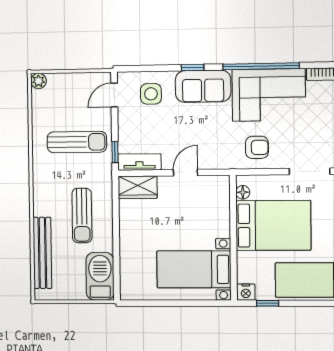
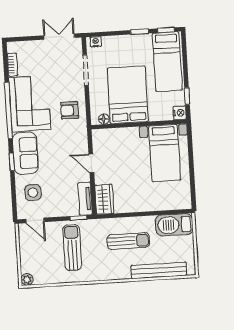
armchair: (257, 147) -> (70, 110), turned -90

